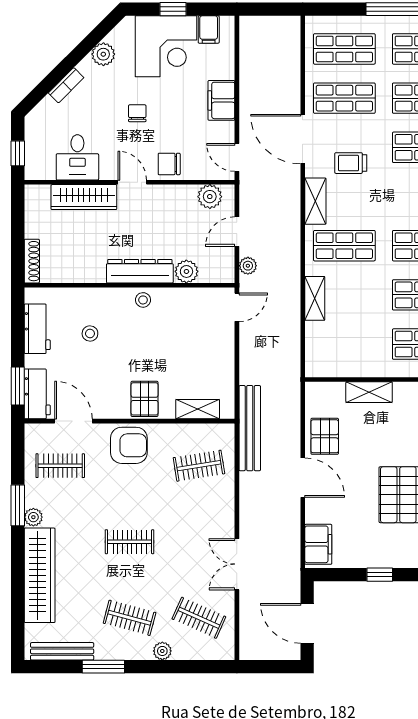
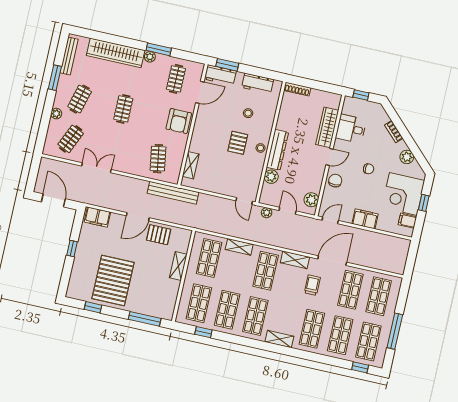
shop shelf: (344, 344) -> (209, 258), added
pallet: (145, 399) -> (238, 143), moved, turned 90
door: (307, 623) -> (53, 200), hinge flipped

